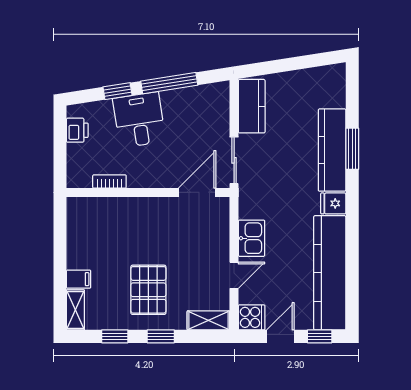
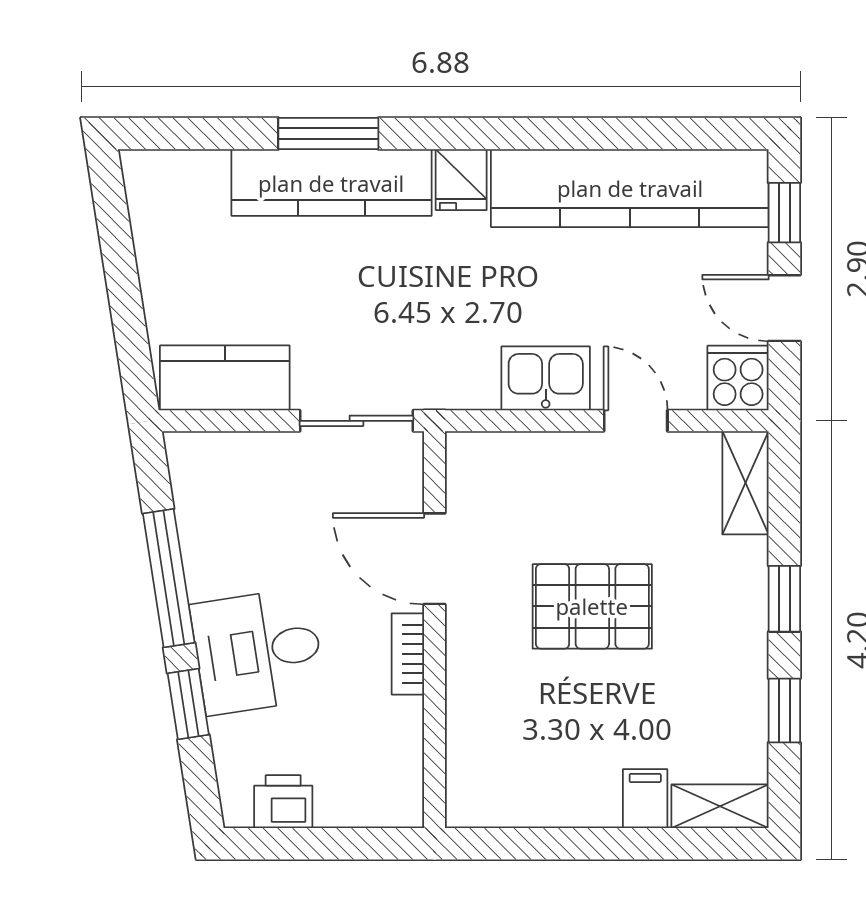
bookcase: (109, 181) -> (408, 654), moved
door: (197, 192) -> (434, 559), moved
pallet: (148, 290) -> (592, 606), moved

